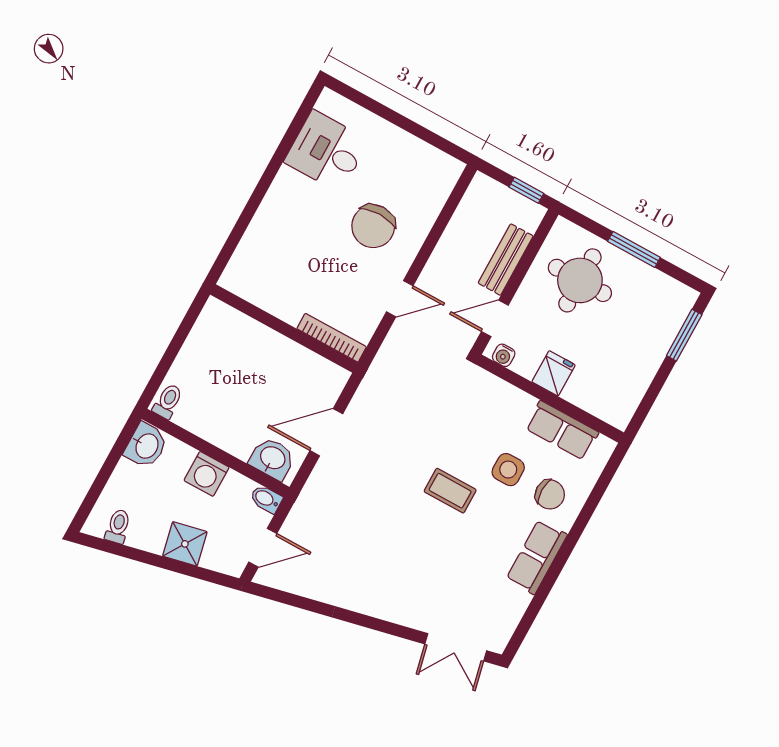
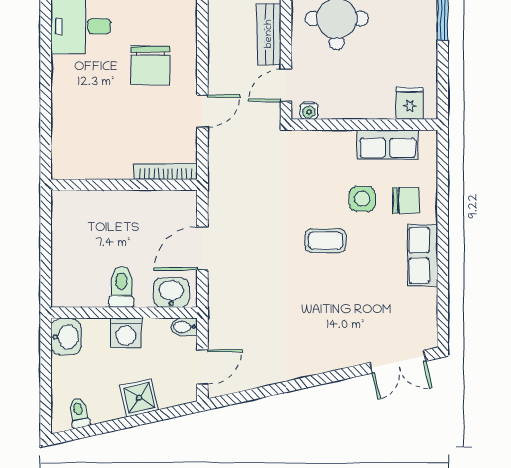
fridge: (554, 373) -> (410, 103), moved
toilet: (168, 401) -> (121, 287), moved, width x1.37, depth x1.39

